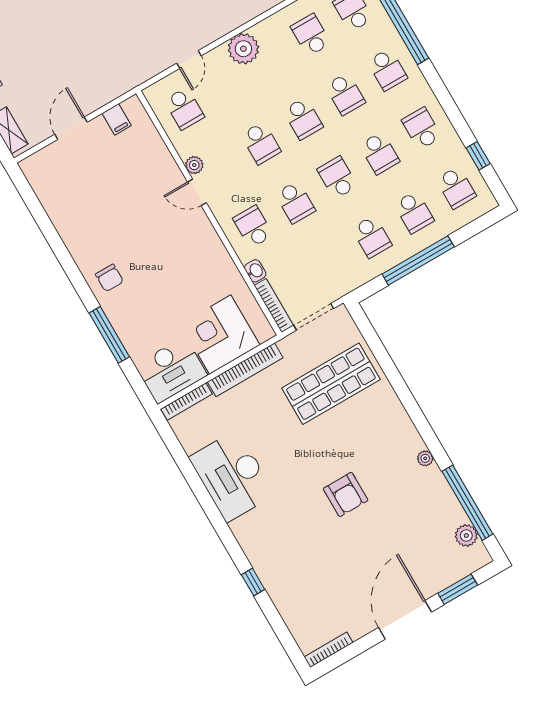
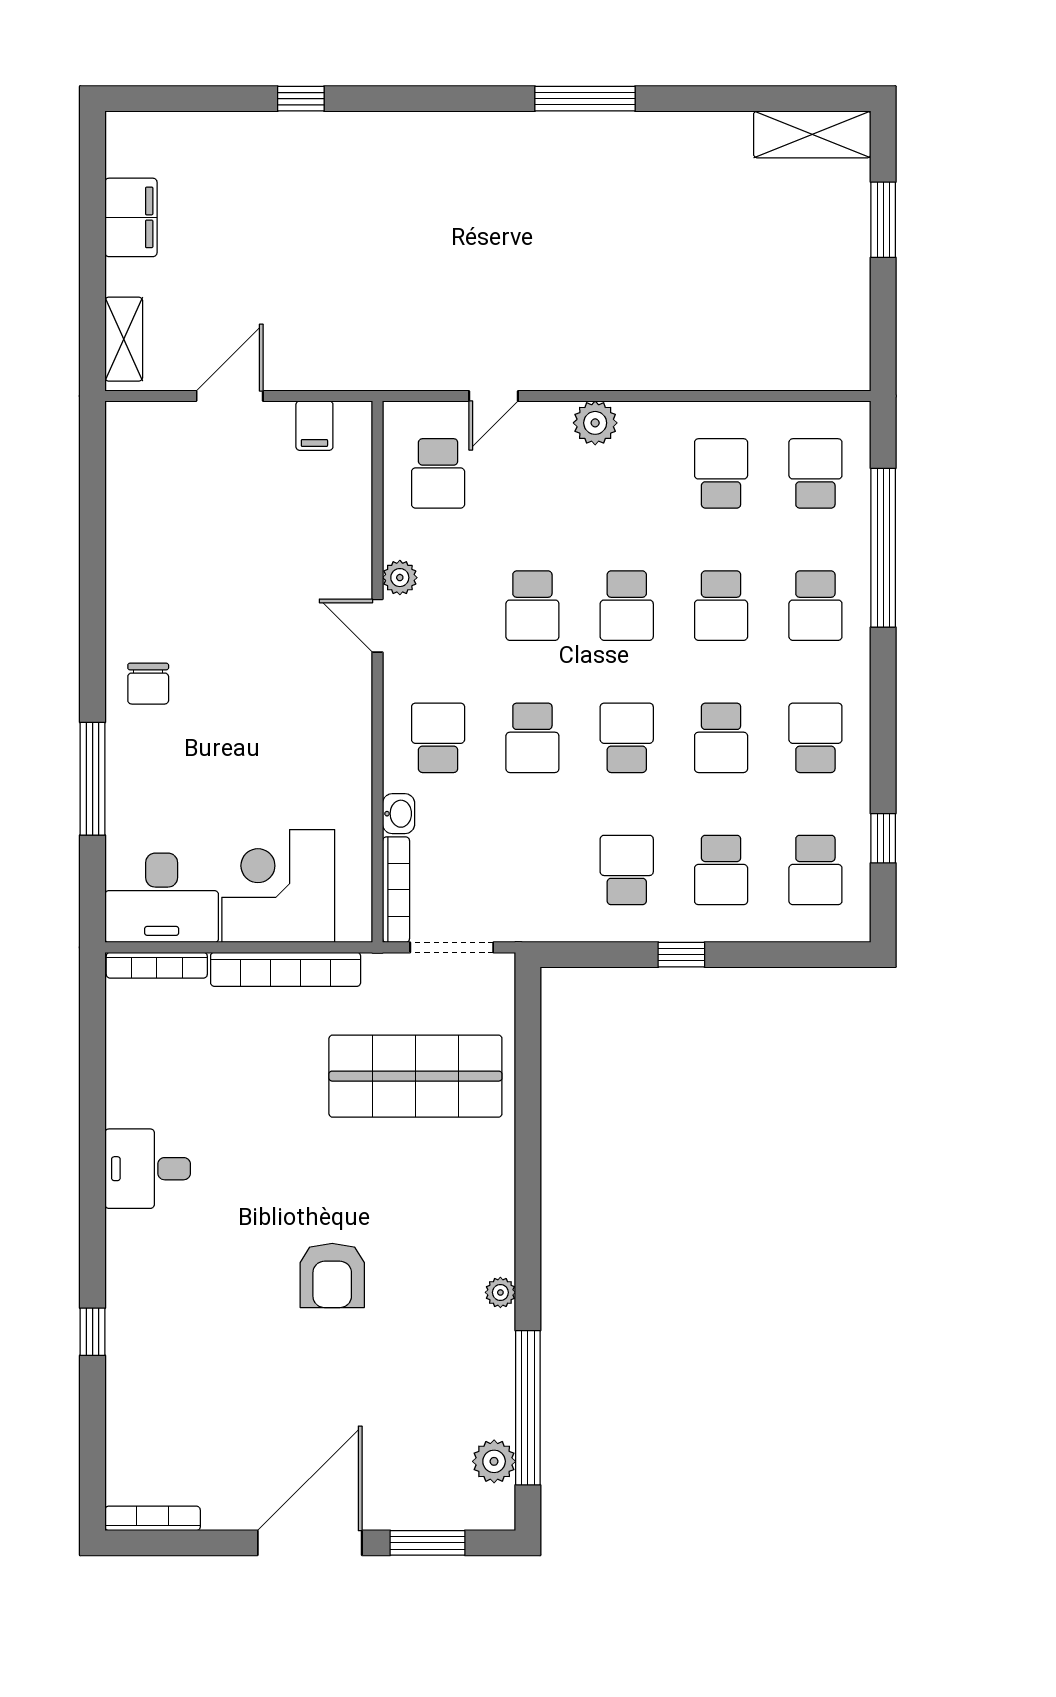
plant: (243, 49) -> (595, 423), width x0.73, depth x0.73
school desk: (372, 237) -> (627, 870), turned 180
window: (418, 260) -> (681, 955), width x0.32
desk: (232, 476) -> (148, 1169), width x0.53, depth x0.77

